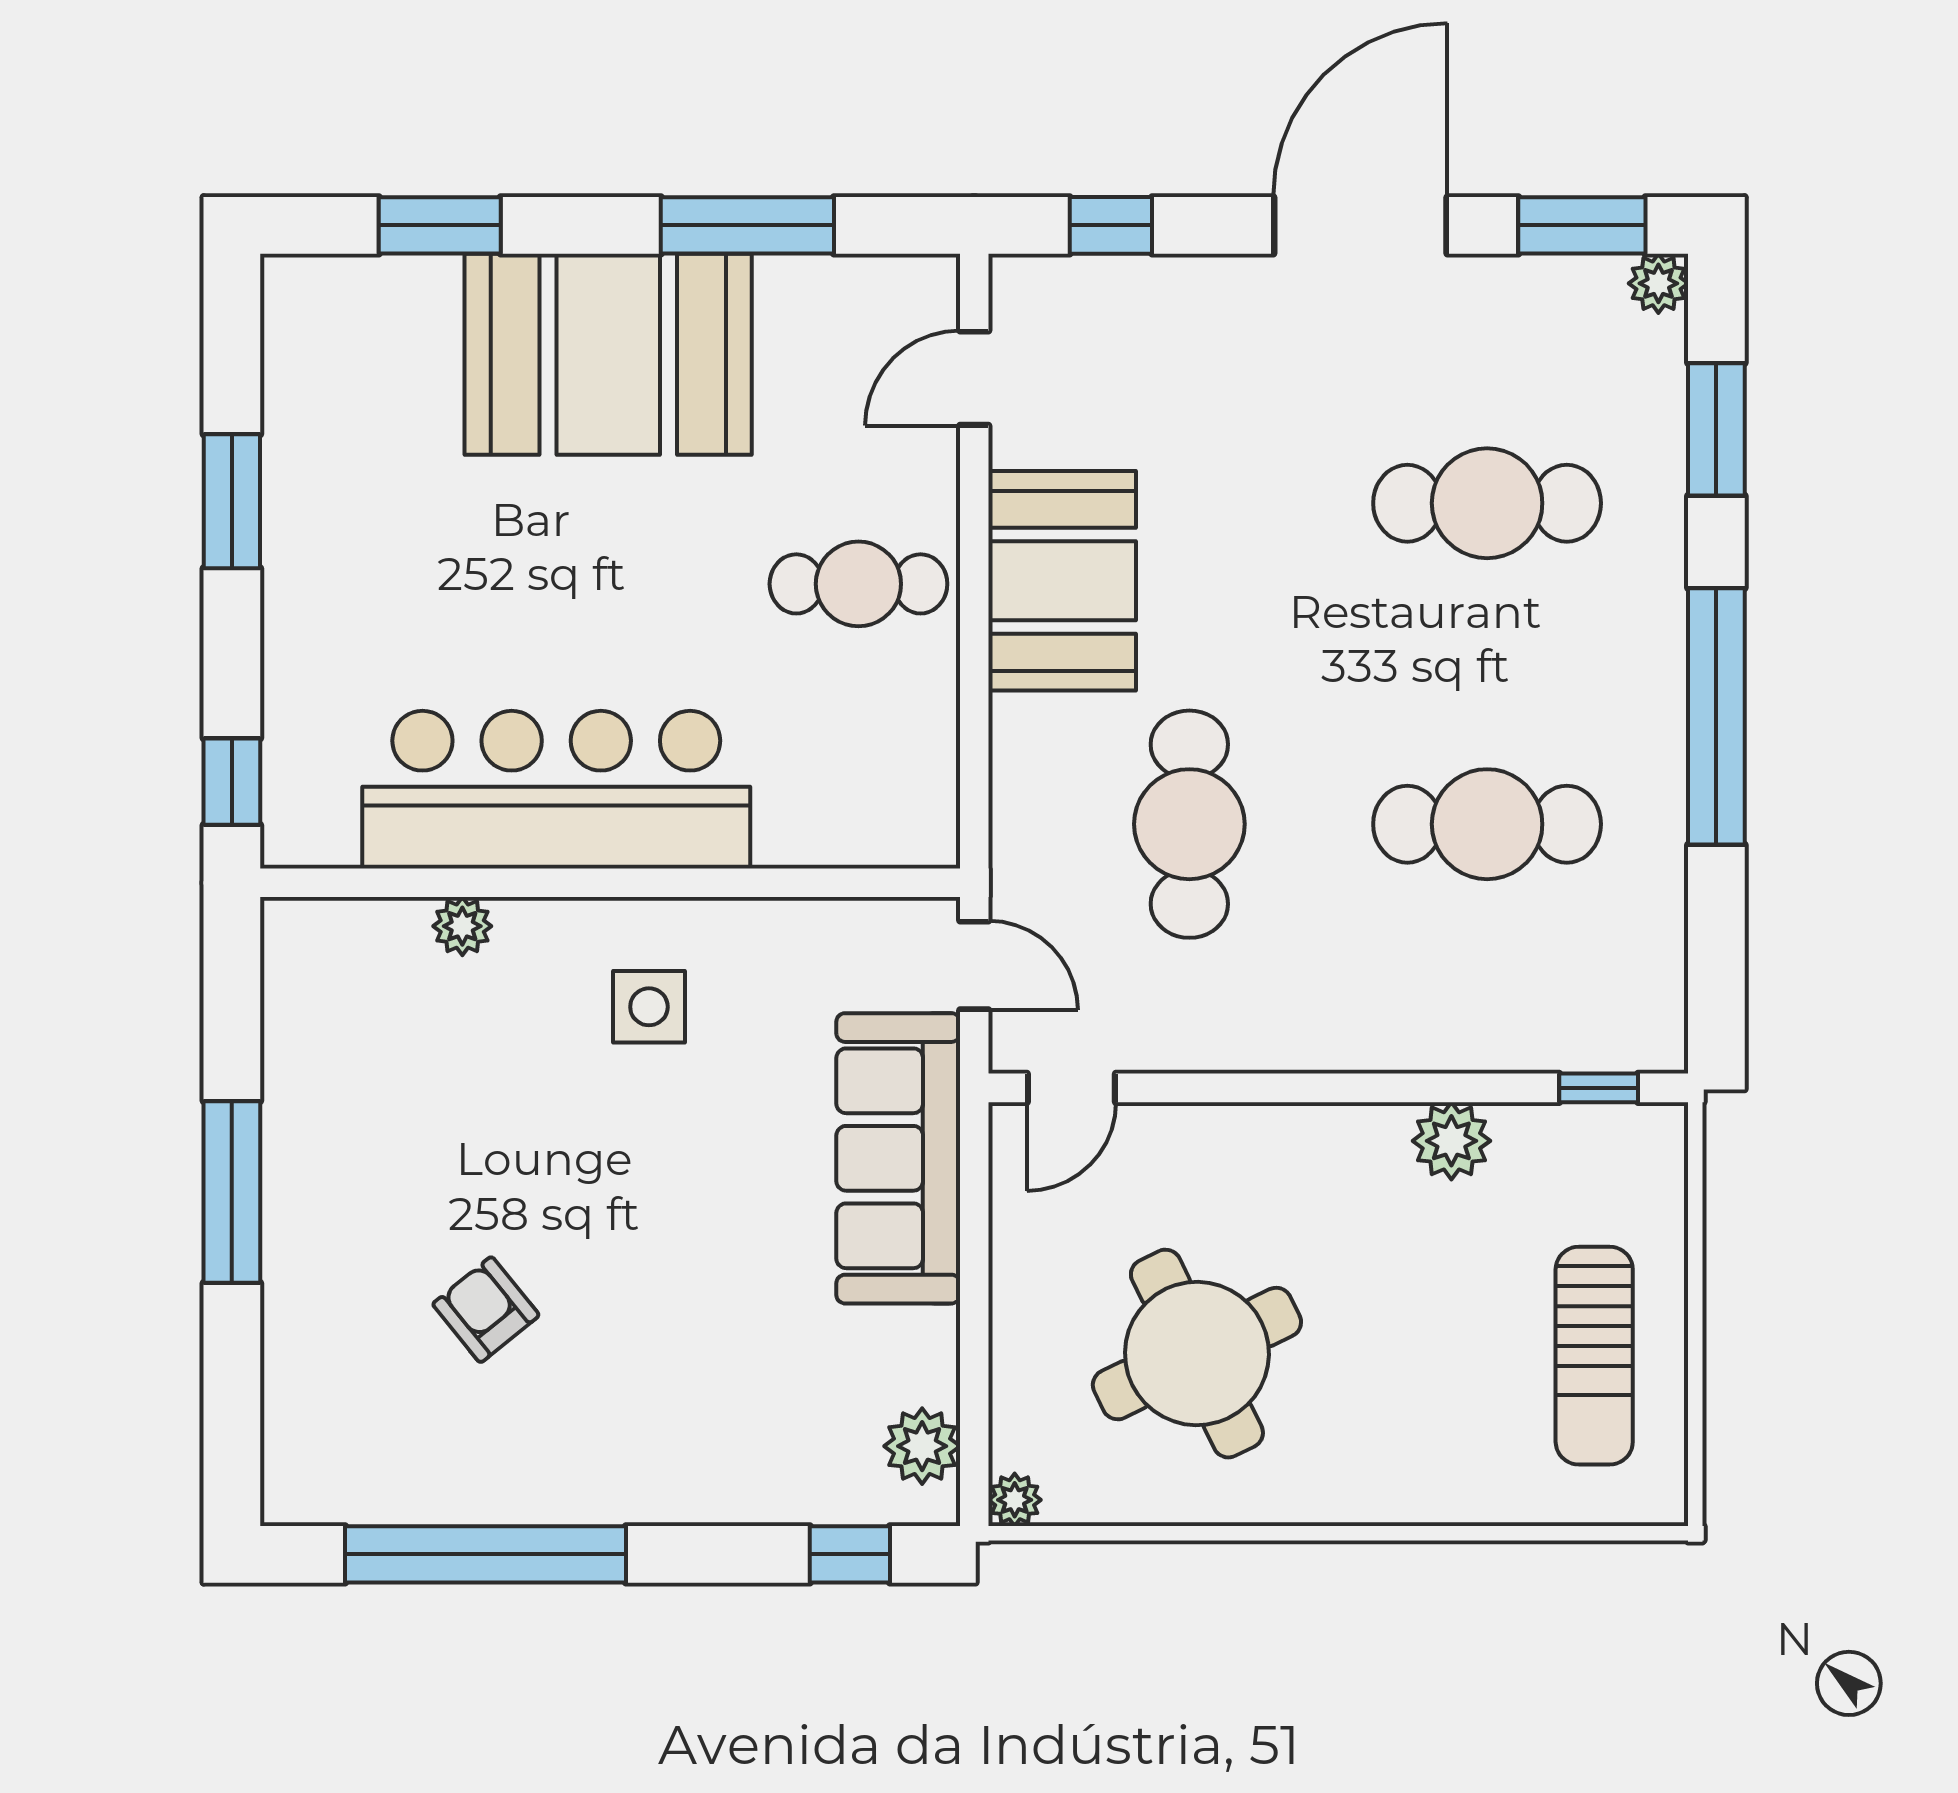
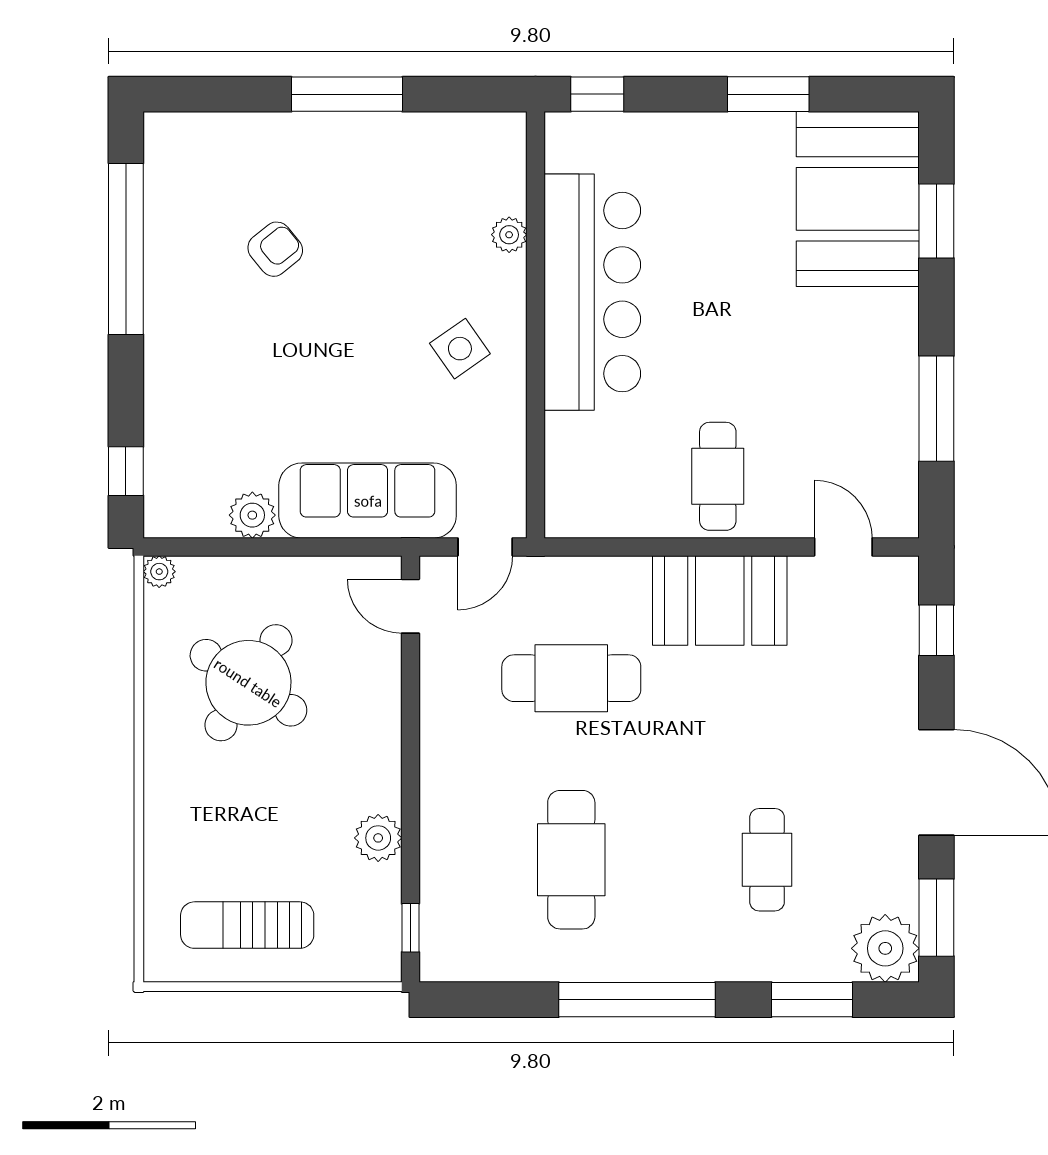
plant: (1658, 283) -> (885, 948), width x1.88, depth x1.88
booth: (608, 354) -> (858, 199), moved
cafe table: (1487, 503) -> (767, 860), width x0.73, depth x0.74
side table: (649, 1007) -> (460, 349), turned -35
round table: (1197, 1354) -> (248, 683), turned -31
plant: (922, 1446) -> (252, 515), moved

